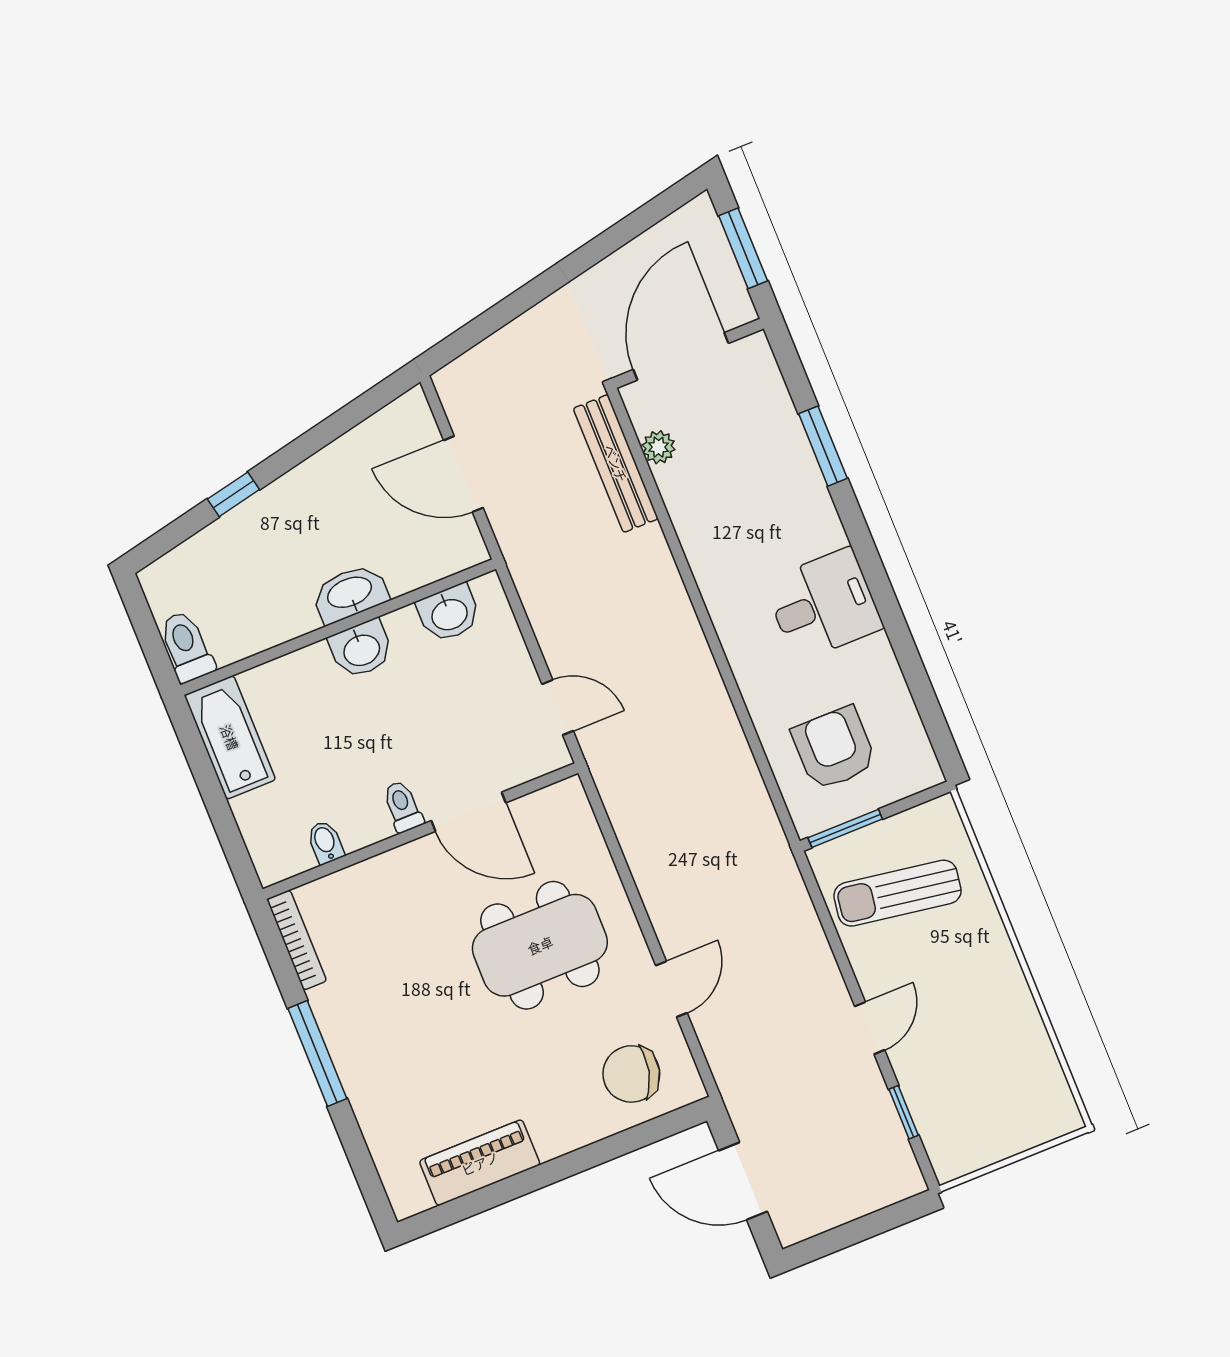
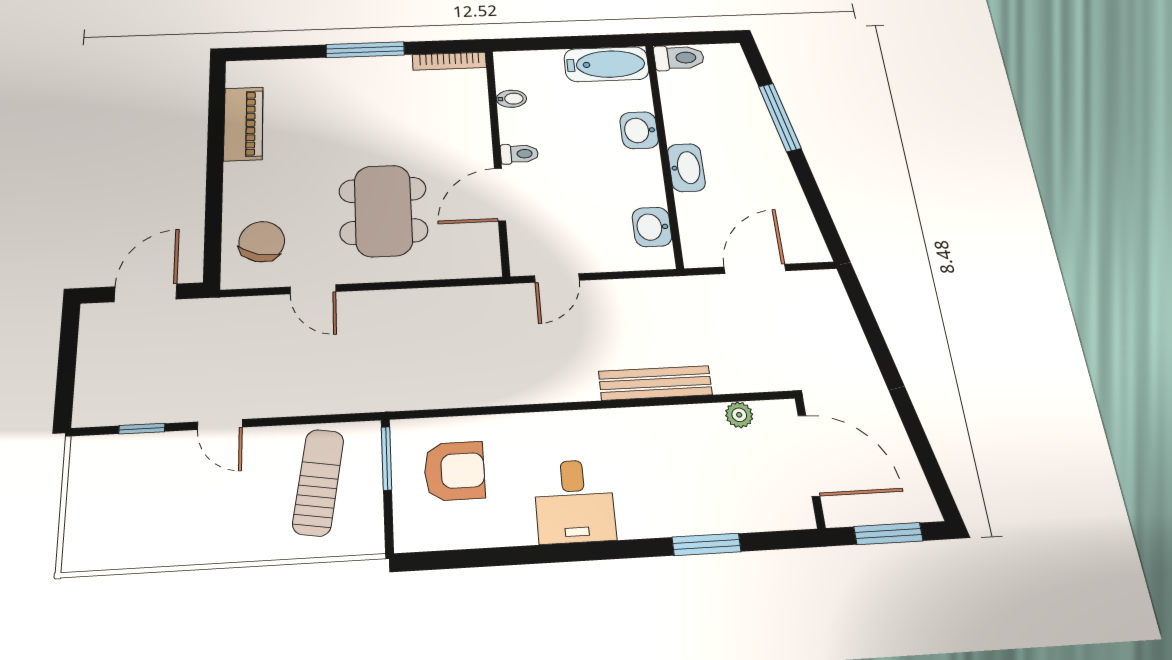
bench: (616, 463) -> (655, 383), moved
window: (233, 494) -> (780, 117), width x2.17
washbasin: (361, 649) -> (639, 130), moved

